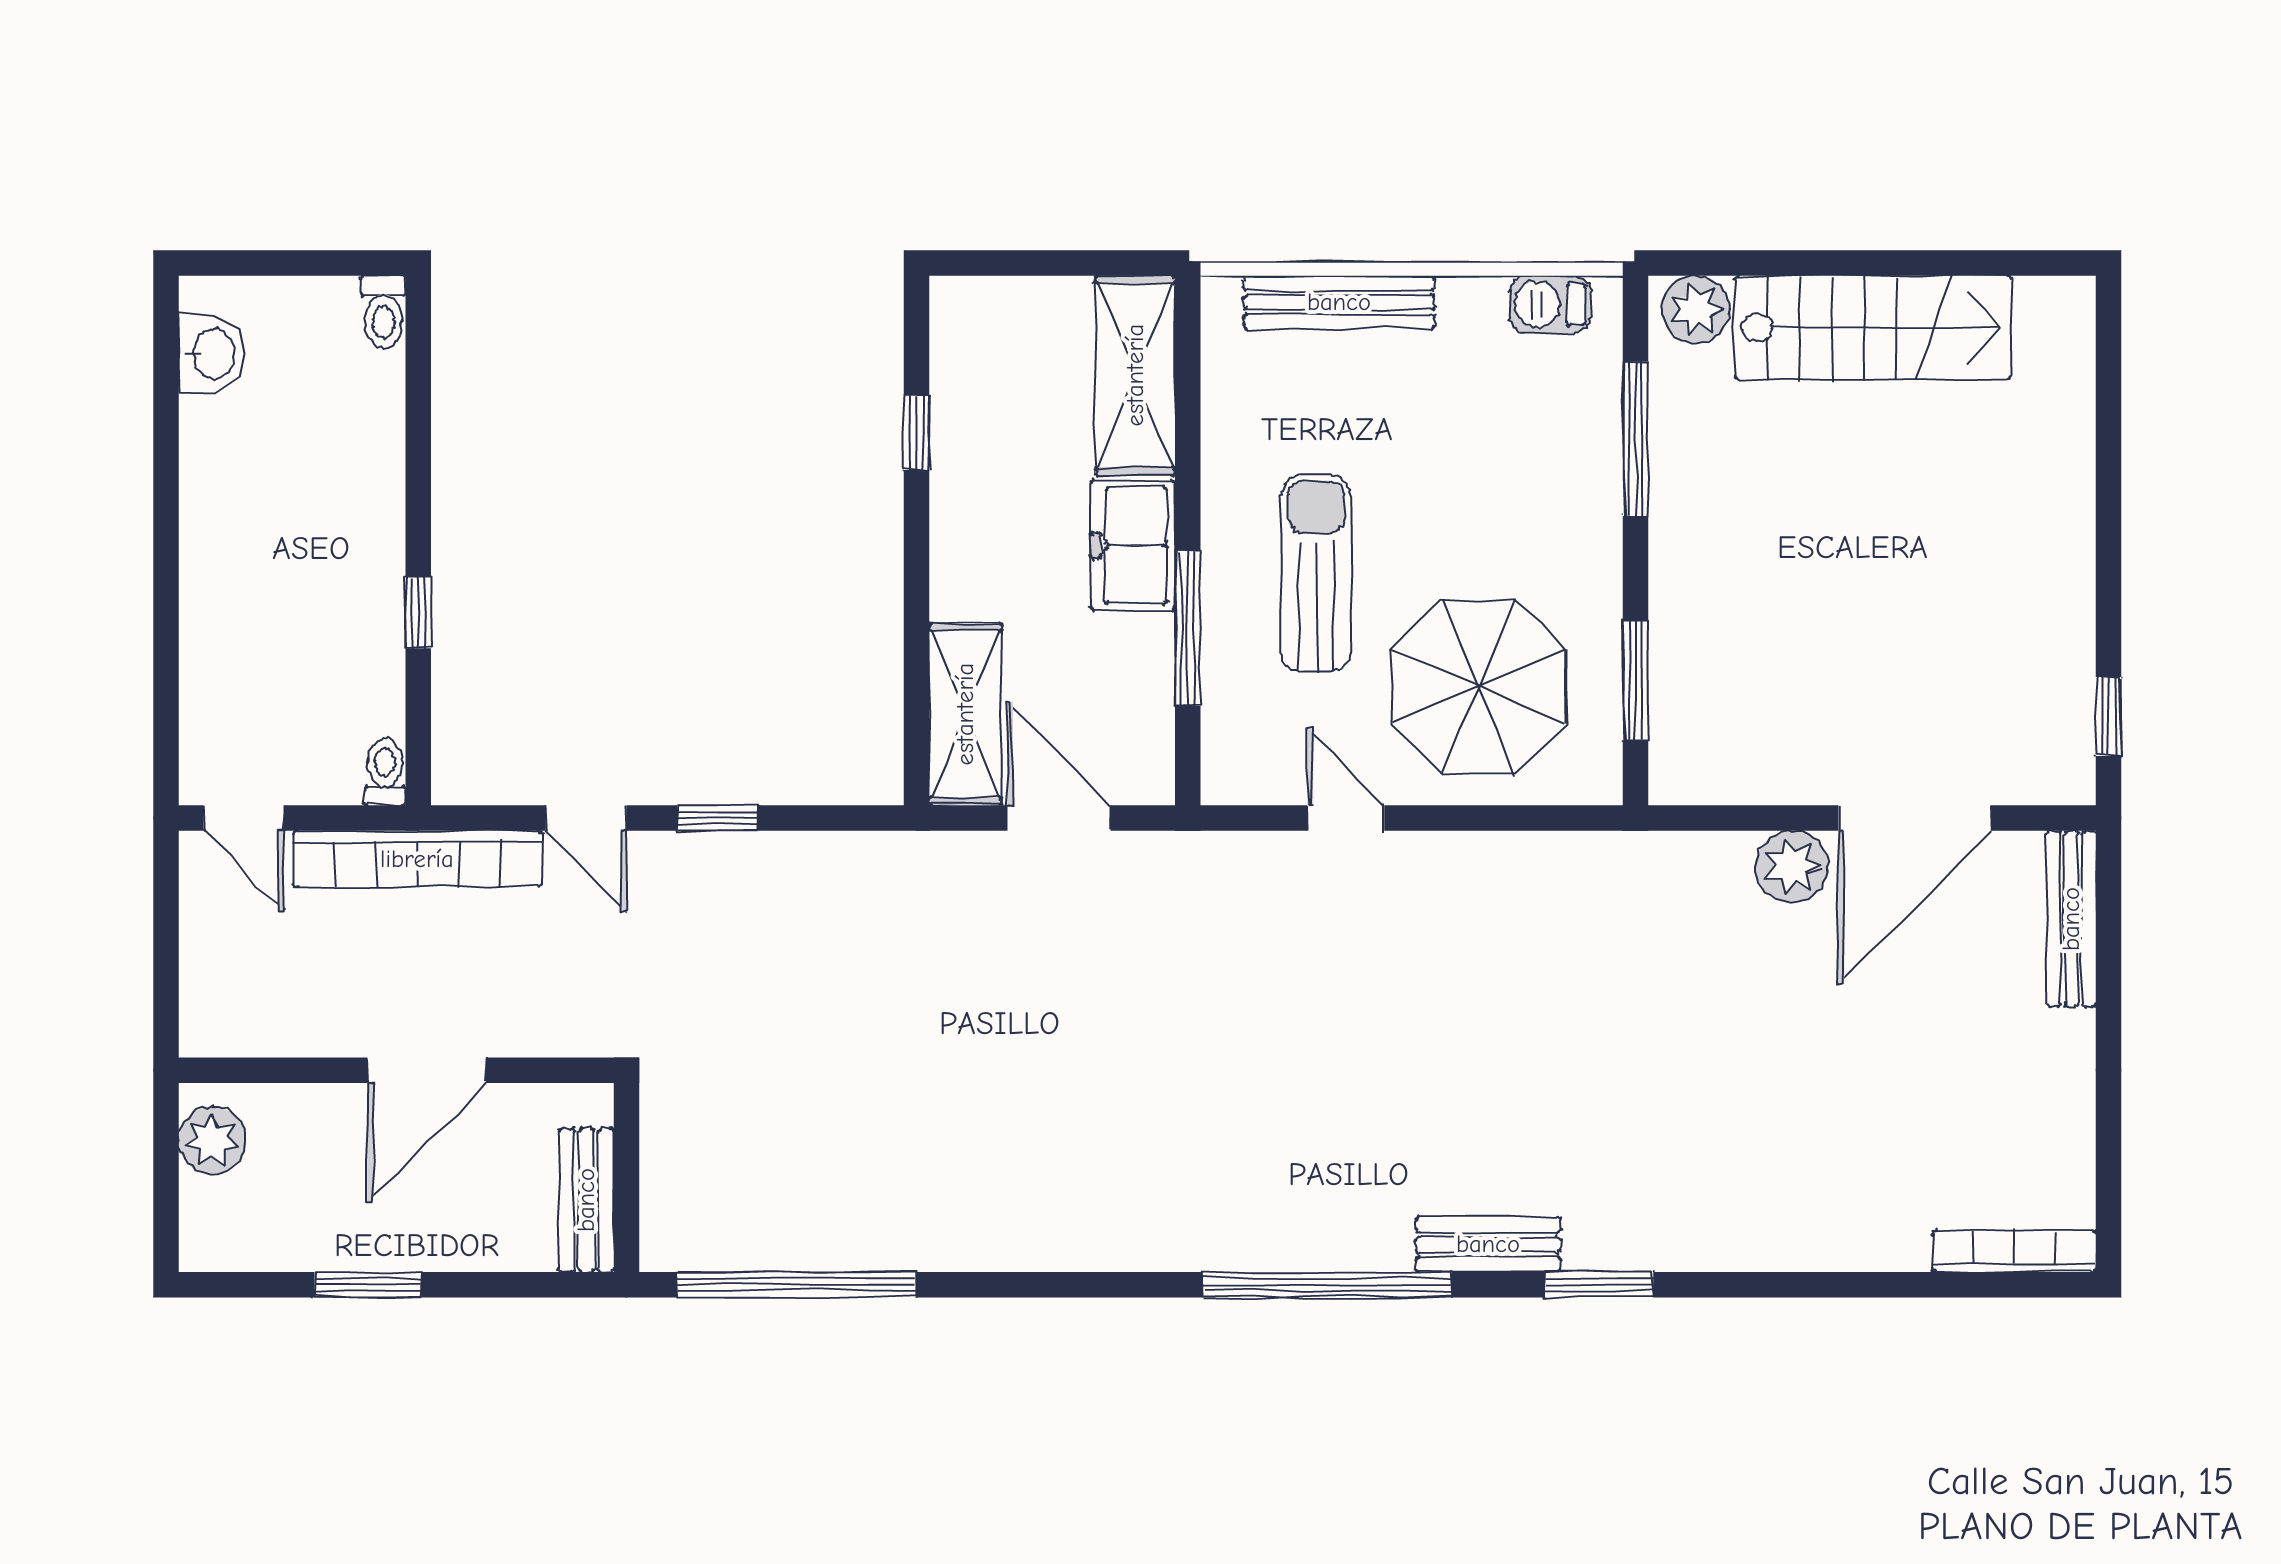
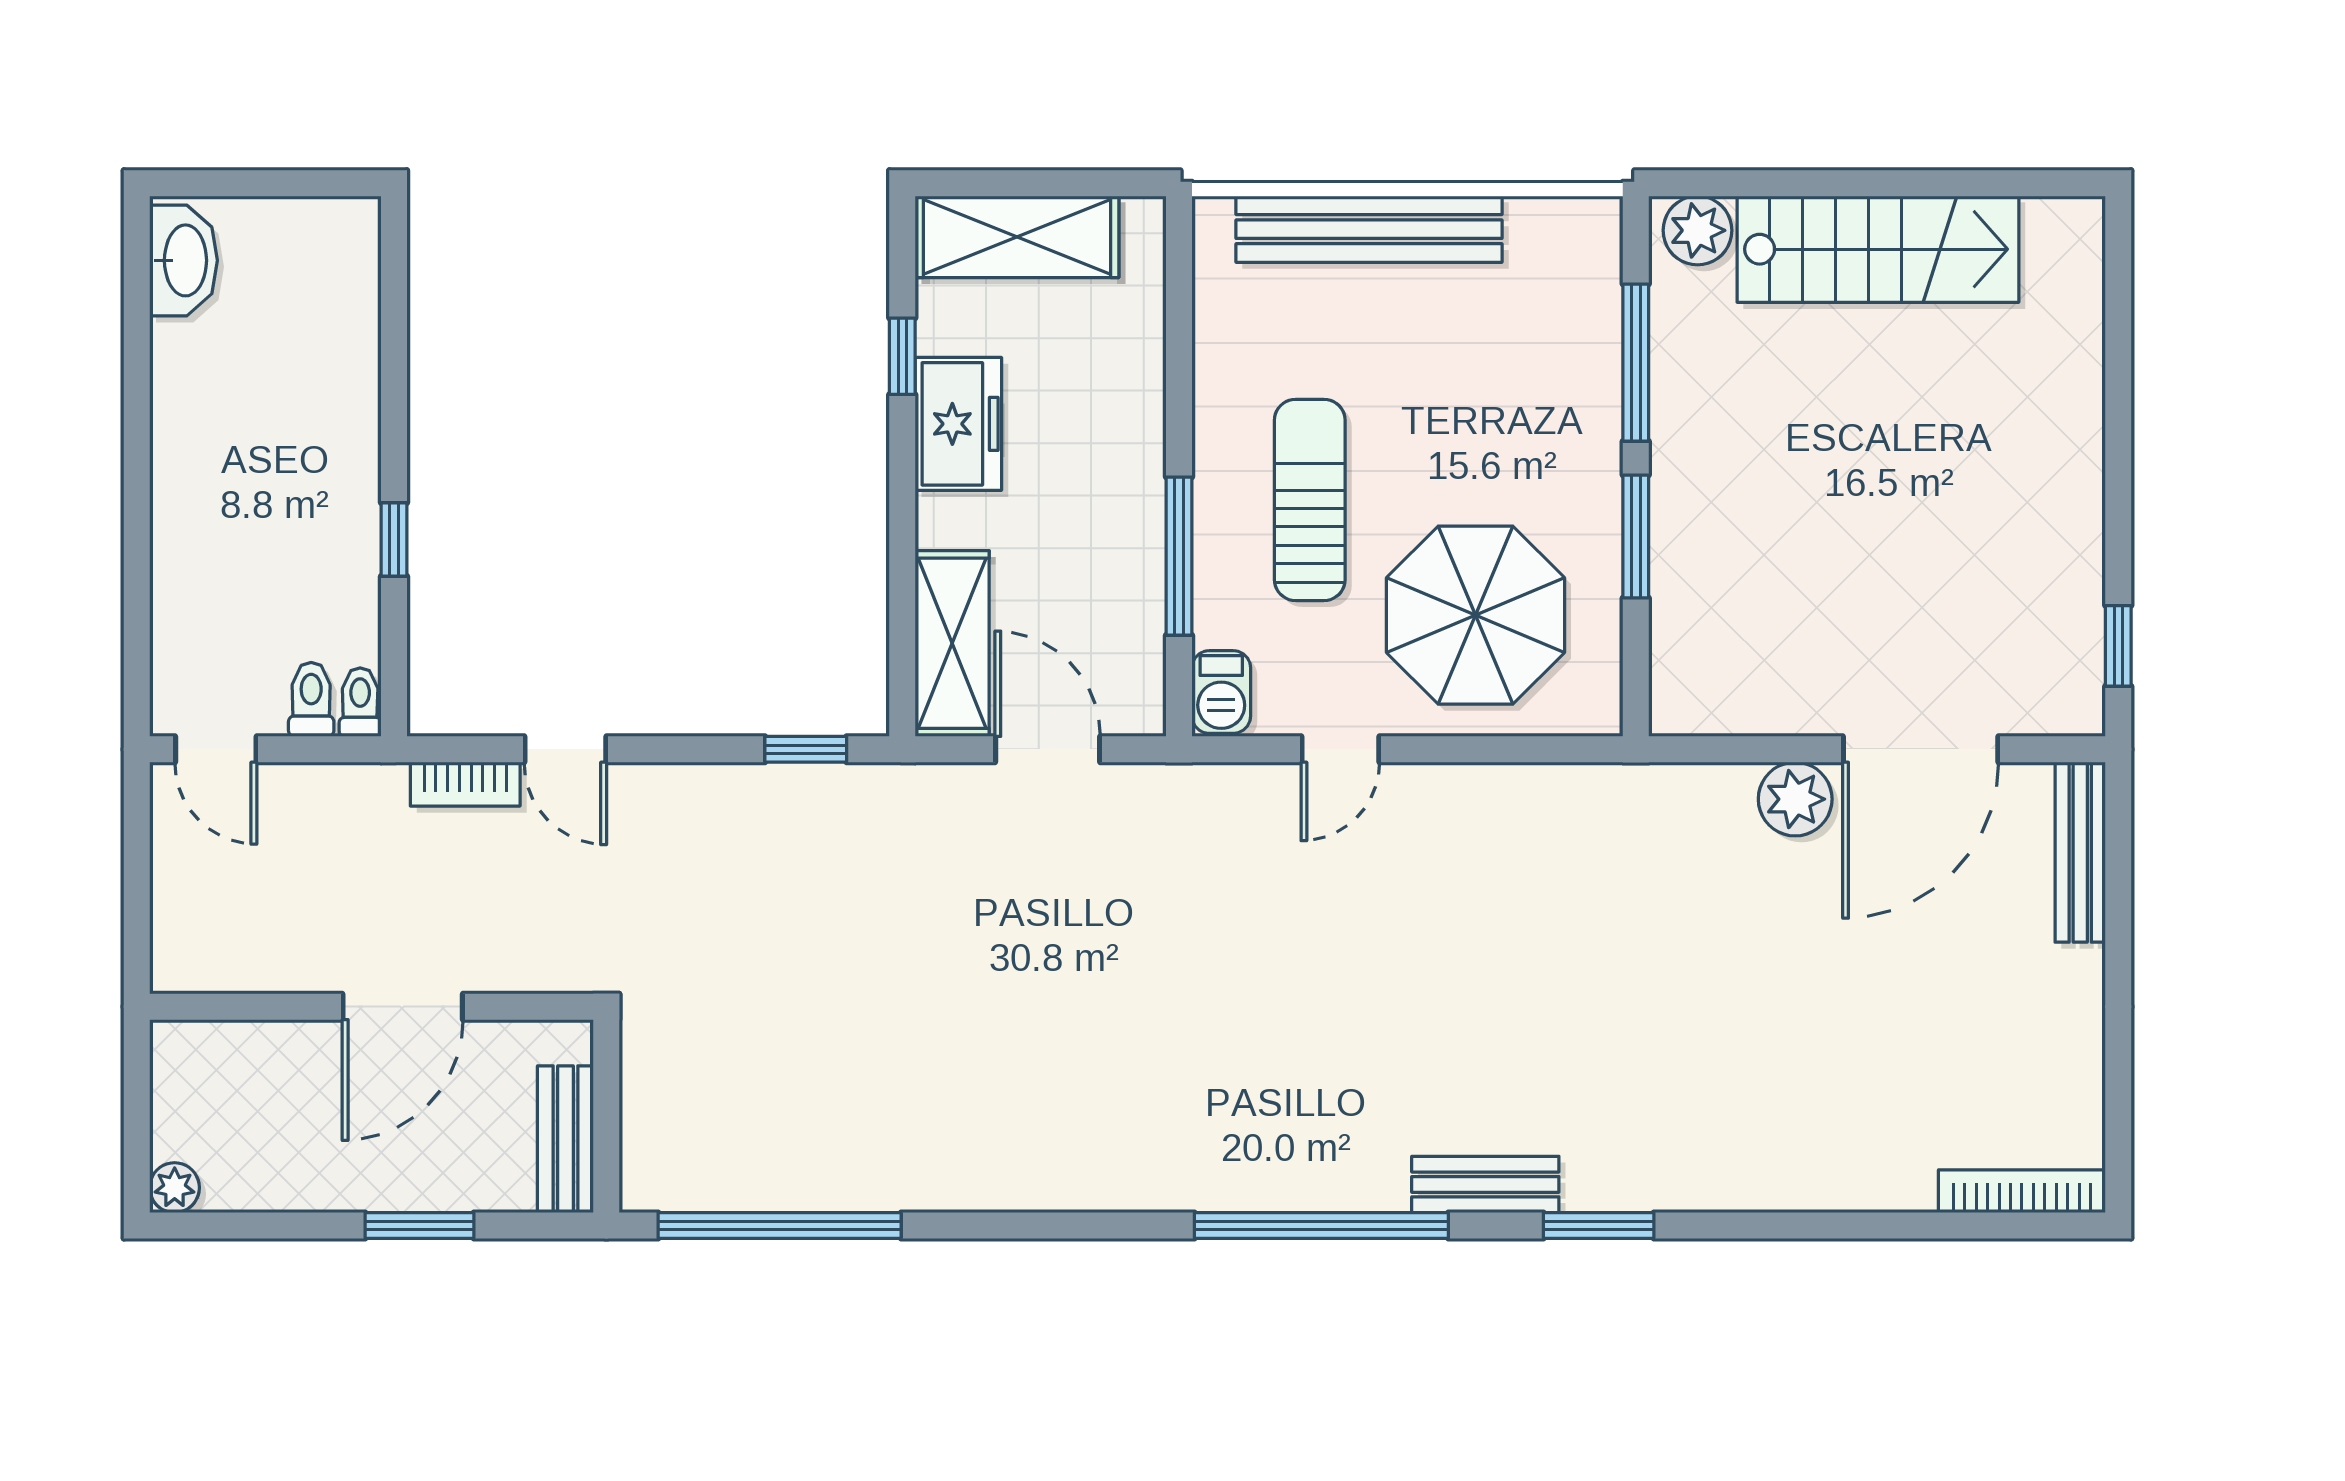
bench: (1339, 302) -> (1369, 229), width x1.37, depth x1.21
barbecue: (1550, 304) -> (1221, 692), moved, turned -90
toilet: (383, 312) -> (311, 699), moved, turned 180
washbasin: (212, 354) -> (183, 260), width x1.38
shelving: (1135, 375) -> (1017, 237), moved, turned 90
freezer: (1133, 545) -> (958, 424), moved, turned 180
window: (1636, 680) -> (1636, 537), moved
window: (718, 818) -> (806, 749), moved
door: (1346, 818) -> (1340, 749), swing flipped
bookcase: (417, 859) -> (465, 784), width x0.43, depth x0.76
plant: (212, 1140) -> (175, 1188), moved, width x0.73, depth x0.73
window: (368, 1285) -> (419, 1225), moved

